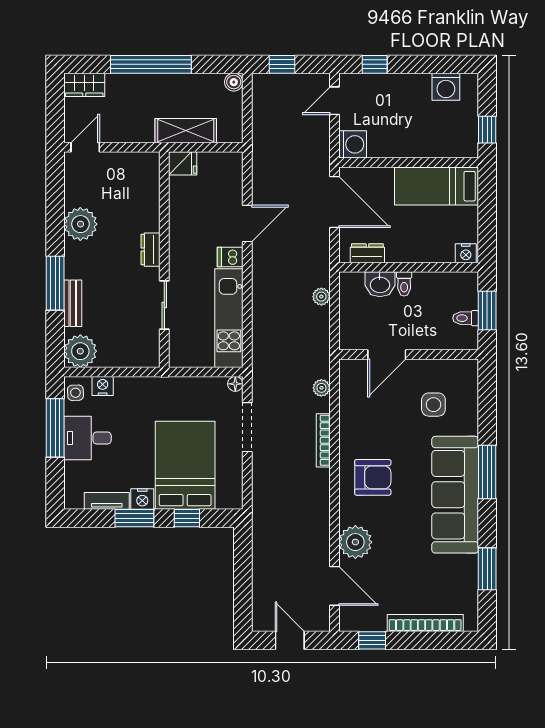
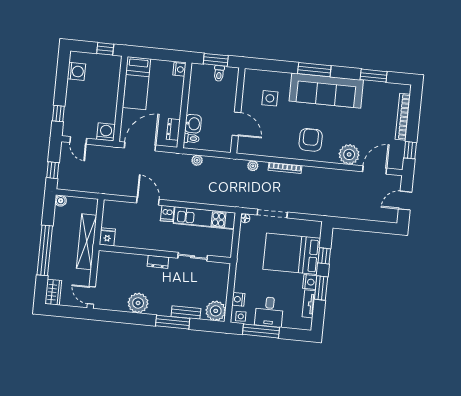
shelving: (186, 131) -> (87, 242), width x1.47
toilet: (404, 284) -> (191, 138), moved

